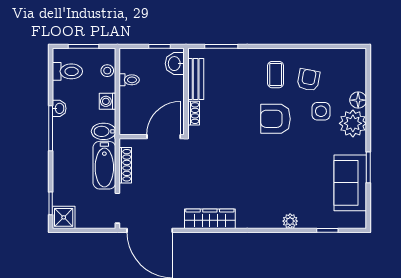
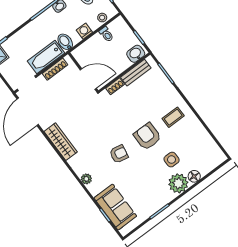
armchair: (308, 80) -> (119, 154), moved
sofa: (350, 183) -> (115, 207), moved, turned 90
plant: (290, 221) -> (86, 179), moved

